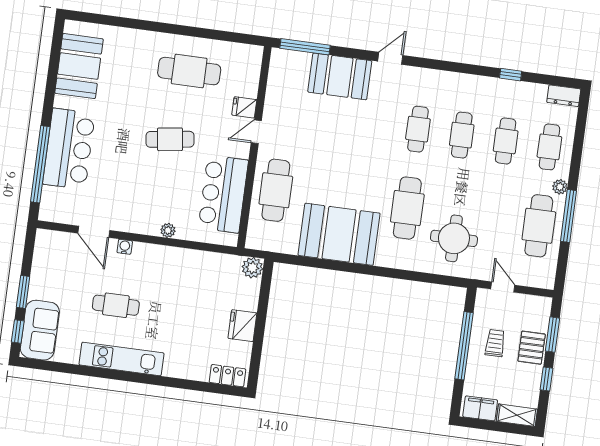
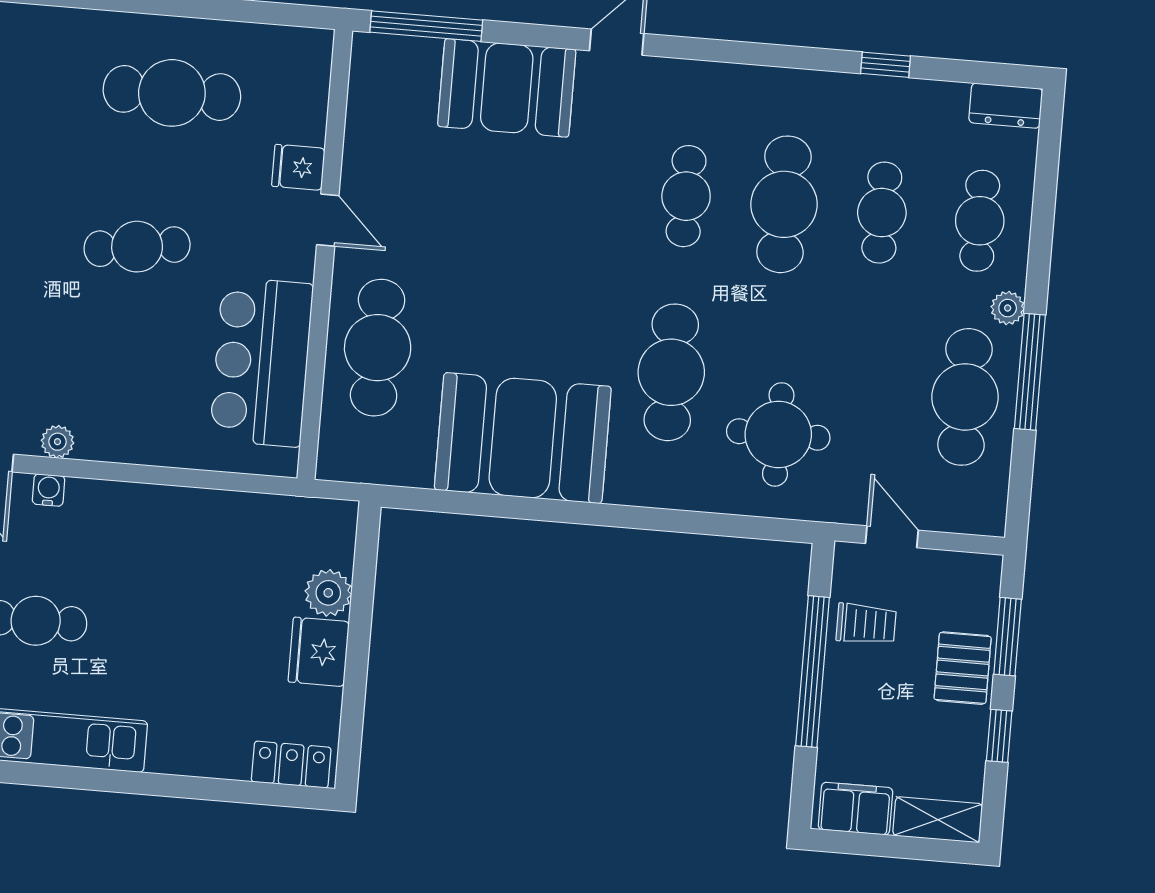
door: (256, 132) -> (328, 220), swing flipped
cafe table: (462, 135) -> (784, 204), width x1.37, depth x1.35
plant: (168, 230) -> (57, 442), moved
plant: (252, 268) -> (328, 593), moved
trolley: (495, 343) -> (866, 624), moved, turned 90

